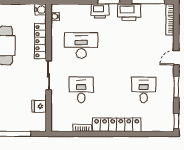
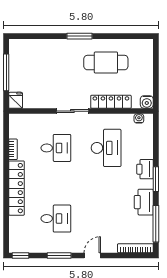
door: (176, 58) -> (92, 255), hinge flipped
fridge: (39, 106) -> (16, 100), moved

